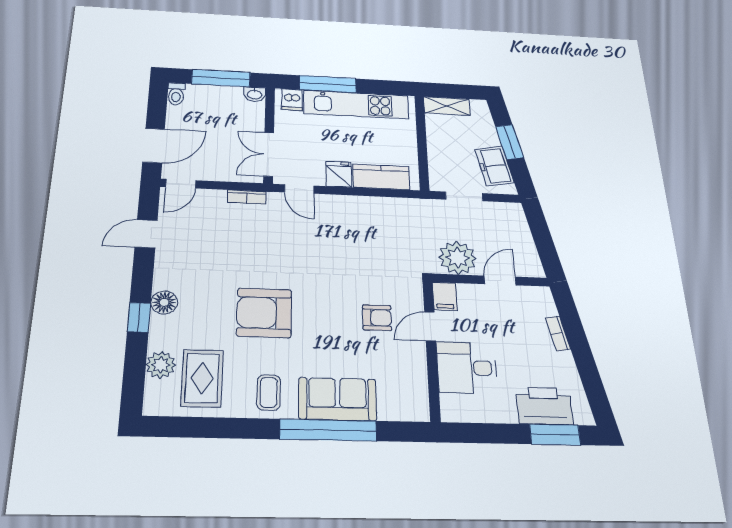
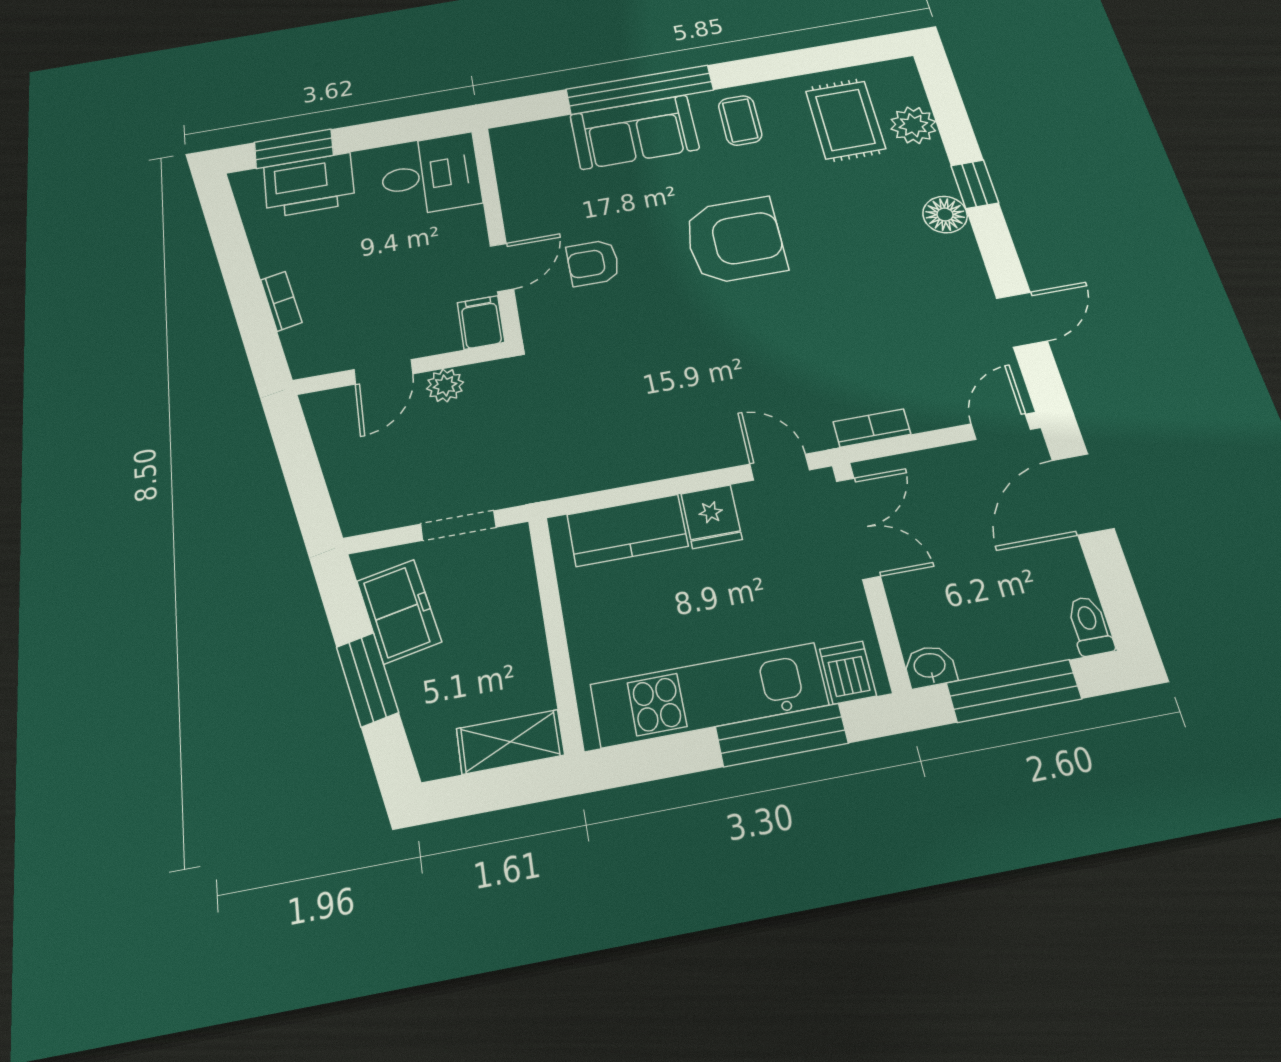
plant: (457, 258) -> (445, 385), width x0.53, depth x0.53
armchair: (264, 313) -> (735, 240), moved
desk: (467, 368) -> (430, 175), moved

